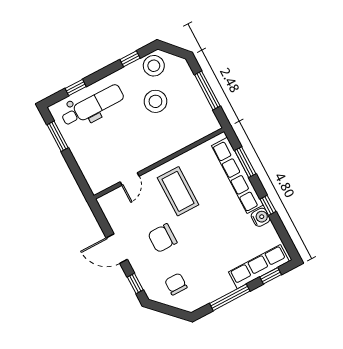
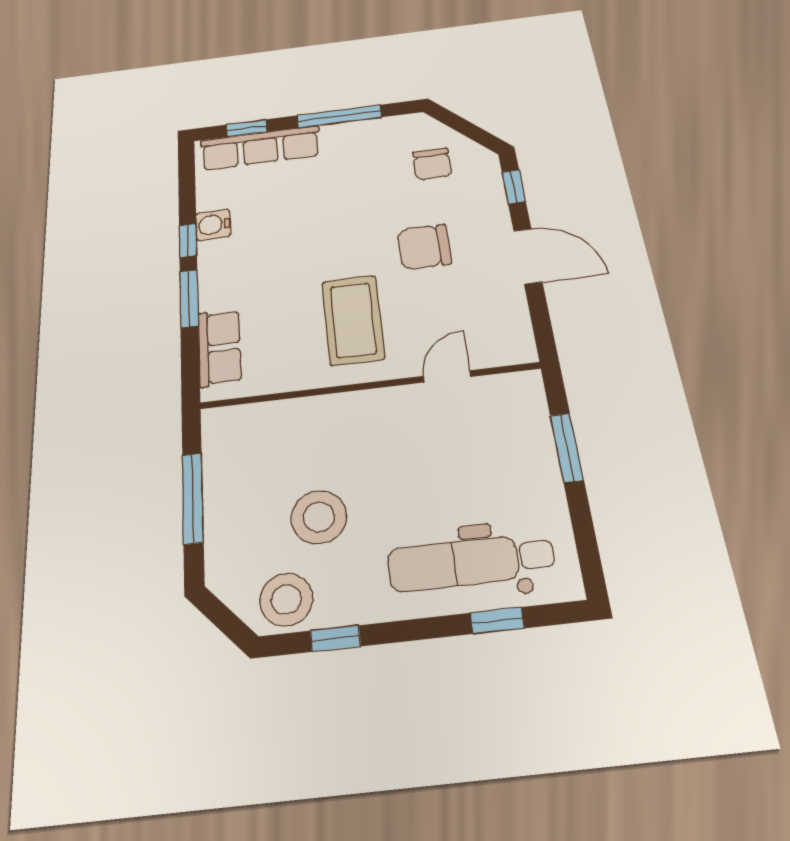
window: (58, 136) -> (567, 447), moved
window: (245, 162) -> (189, 299), moved
row of seats: (237, 175) -> (220, 348), width x0.50
chair: (162, 238) -> (424, 247), turned 180

